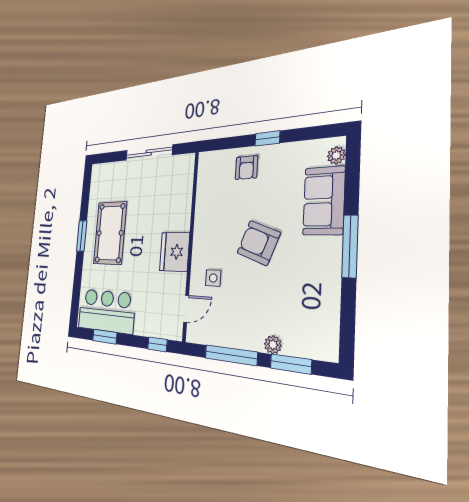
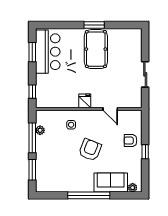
sliding door: (149, 153) -> (145, 74), width x0.73
pool table: (110, 233) -> (96, 49), turned 90
window: (350, 246) -> (89, 195), width x1.46
fridge: (174, 252) -> (85, 101), width x0.53, depth x0.75
door: (186, 309) -> (110, 109), moved
plant: (273, 345) -> (40, 130), moved

